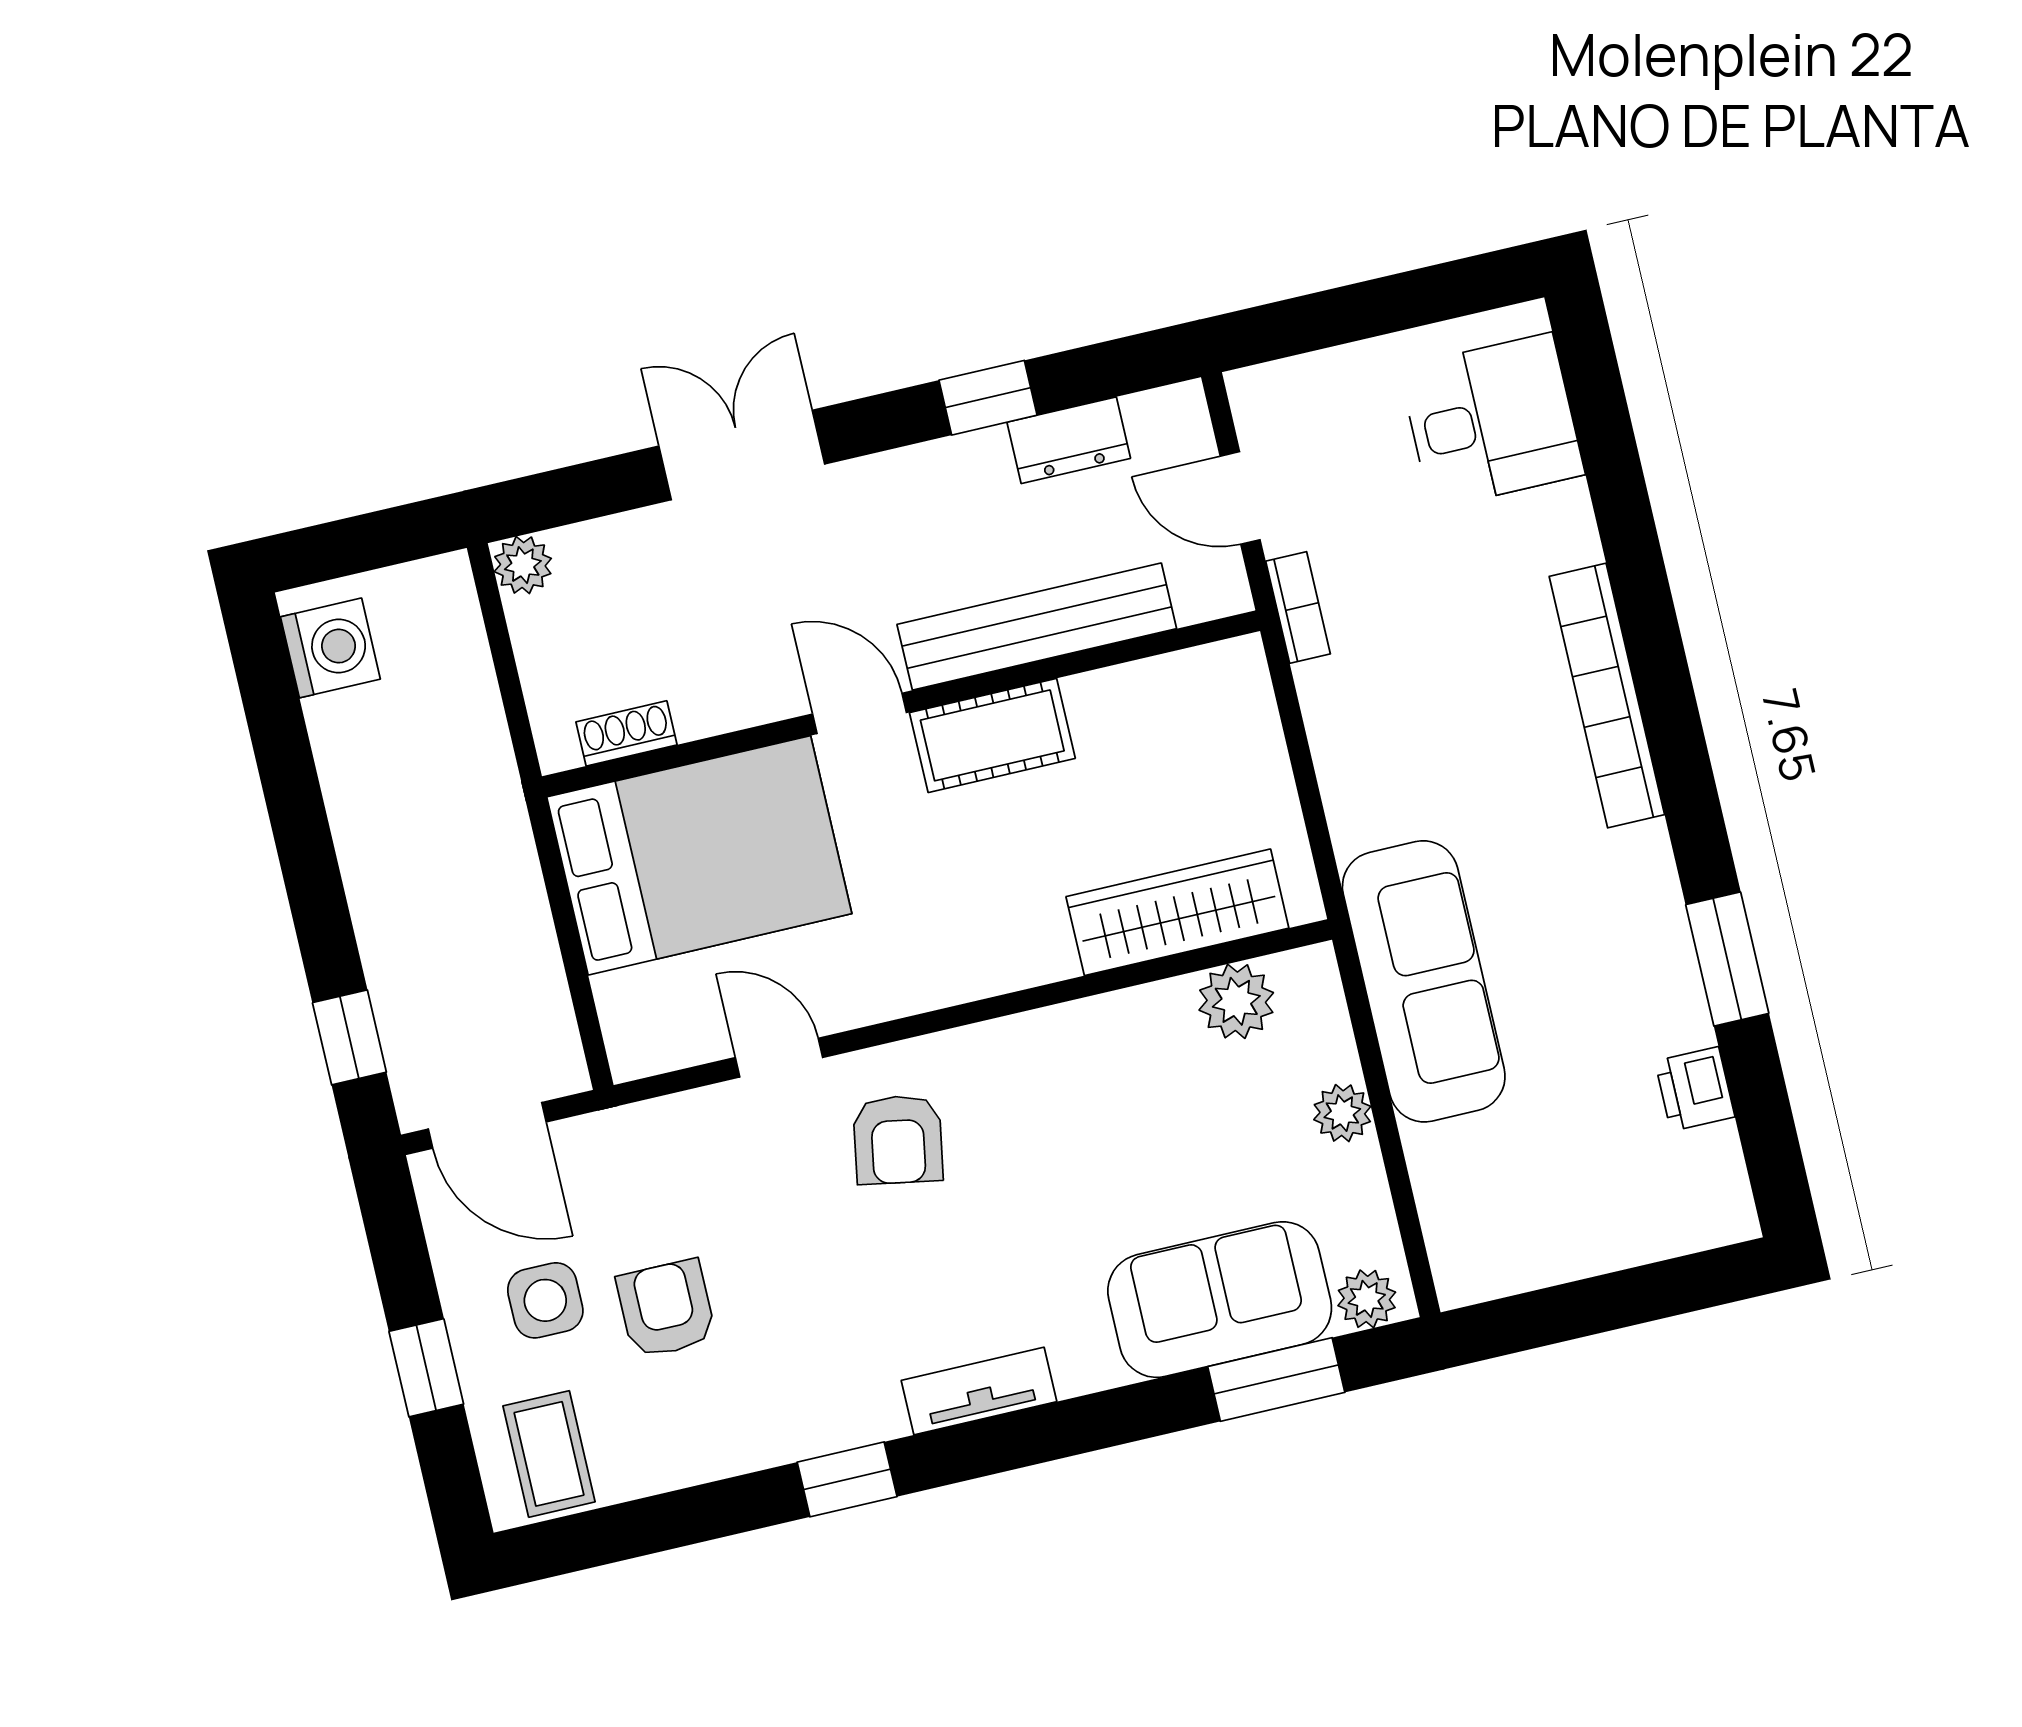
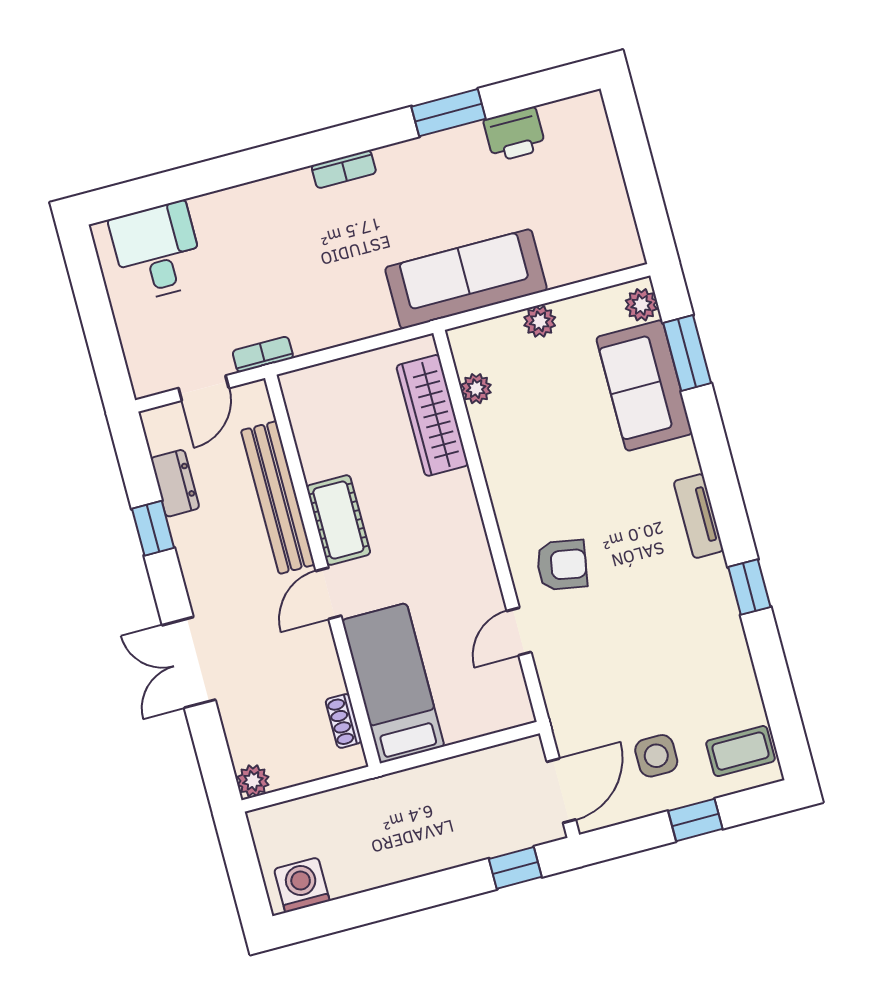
bookcase: (1607, 695) -> (344, 169), width x0.43, depth x0.76
bed: (699, 855) -> (393, 683), width x0.67
plant: (1236, 1001) -> (476, 389), width x0.73, depth x0.73
printer: (1695, 1089) -> (515, 134), width x1.36, depth x1.24
armchair: (666, 1309) -> (659, 689), removed

